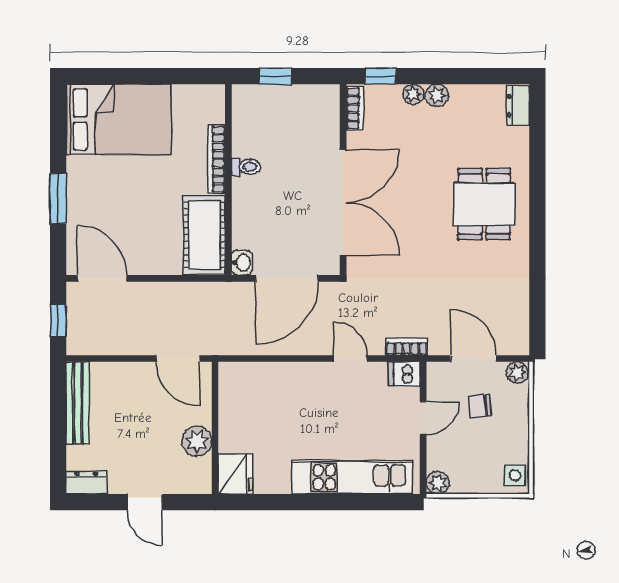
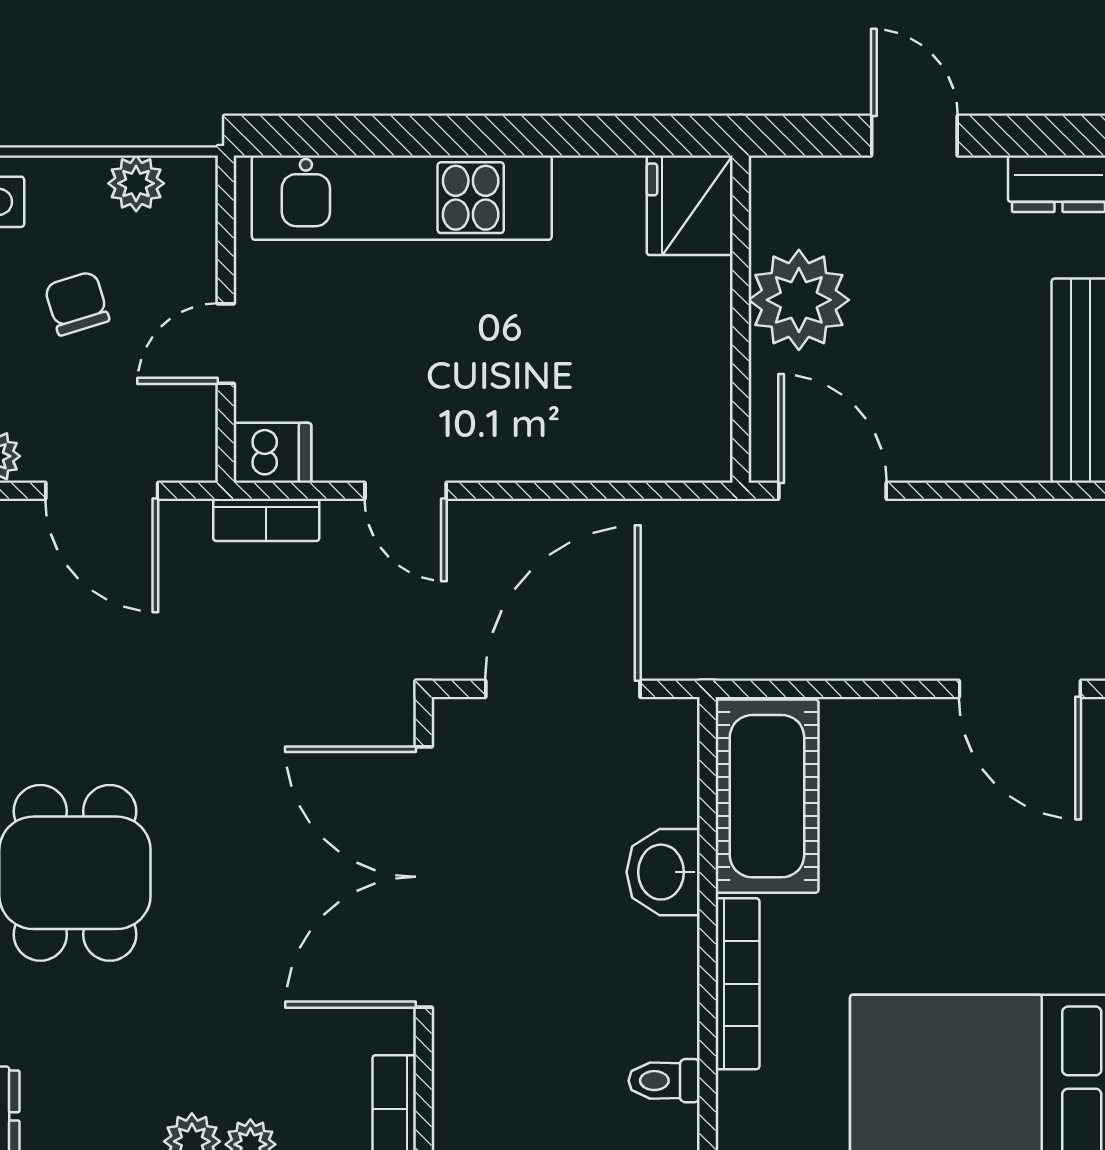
toilet: (246, 167) -> (664, 1081), moved
washbasin: (242, 263) -> (663, 872), moved, width x1.38, depth x1.45
chair: (480, 406) -> (77, 303), moved, turned -101
plant: (197, 441) -> (799, 300), width x1.36, depth x1.36
plant: (438, 483) -> (136, 183), moved

